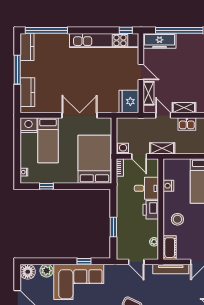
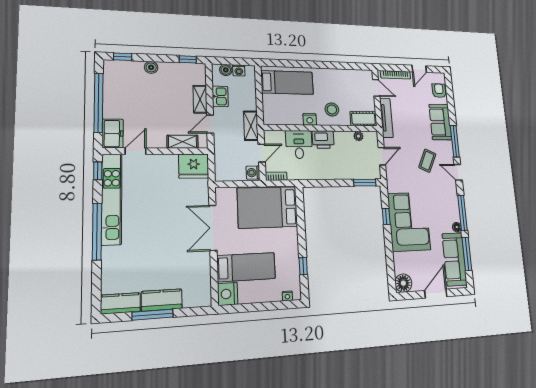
window: (46, 30) -> (97, 231), moved
freezer: (160, 41) -> (113, 134), width x0.71
door: (141, 72) -> (136, 151), moved
kitchen counter: (27, 92) -> (162, 300), moved
nightstand: (168, 186) -> (310, 119), moved
window: (113, 227) -> (365, 183), moved
plant: (47, 271) -> (400, 260), removed

